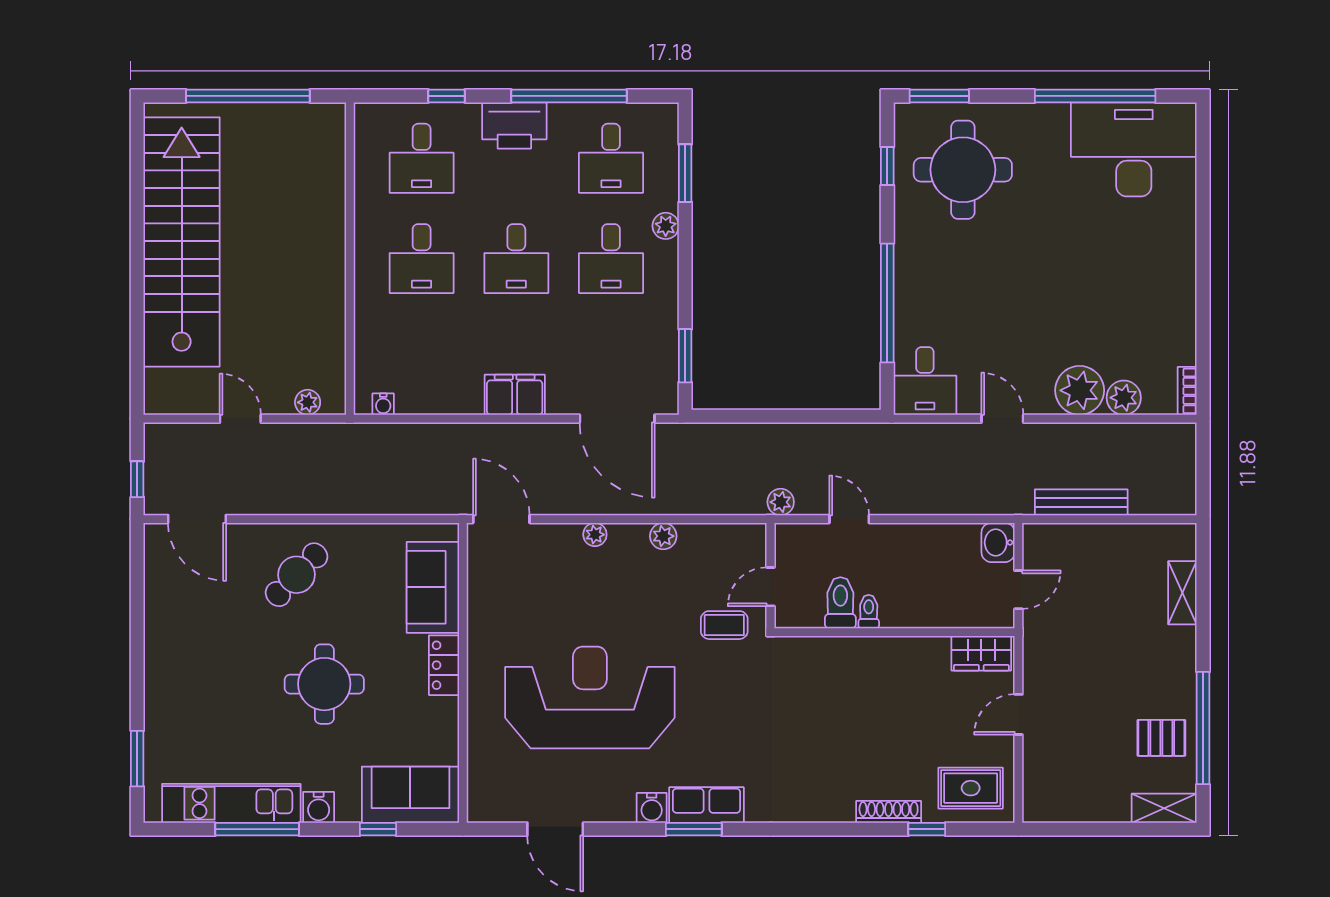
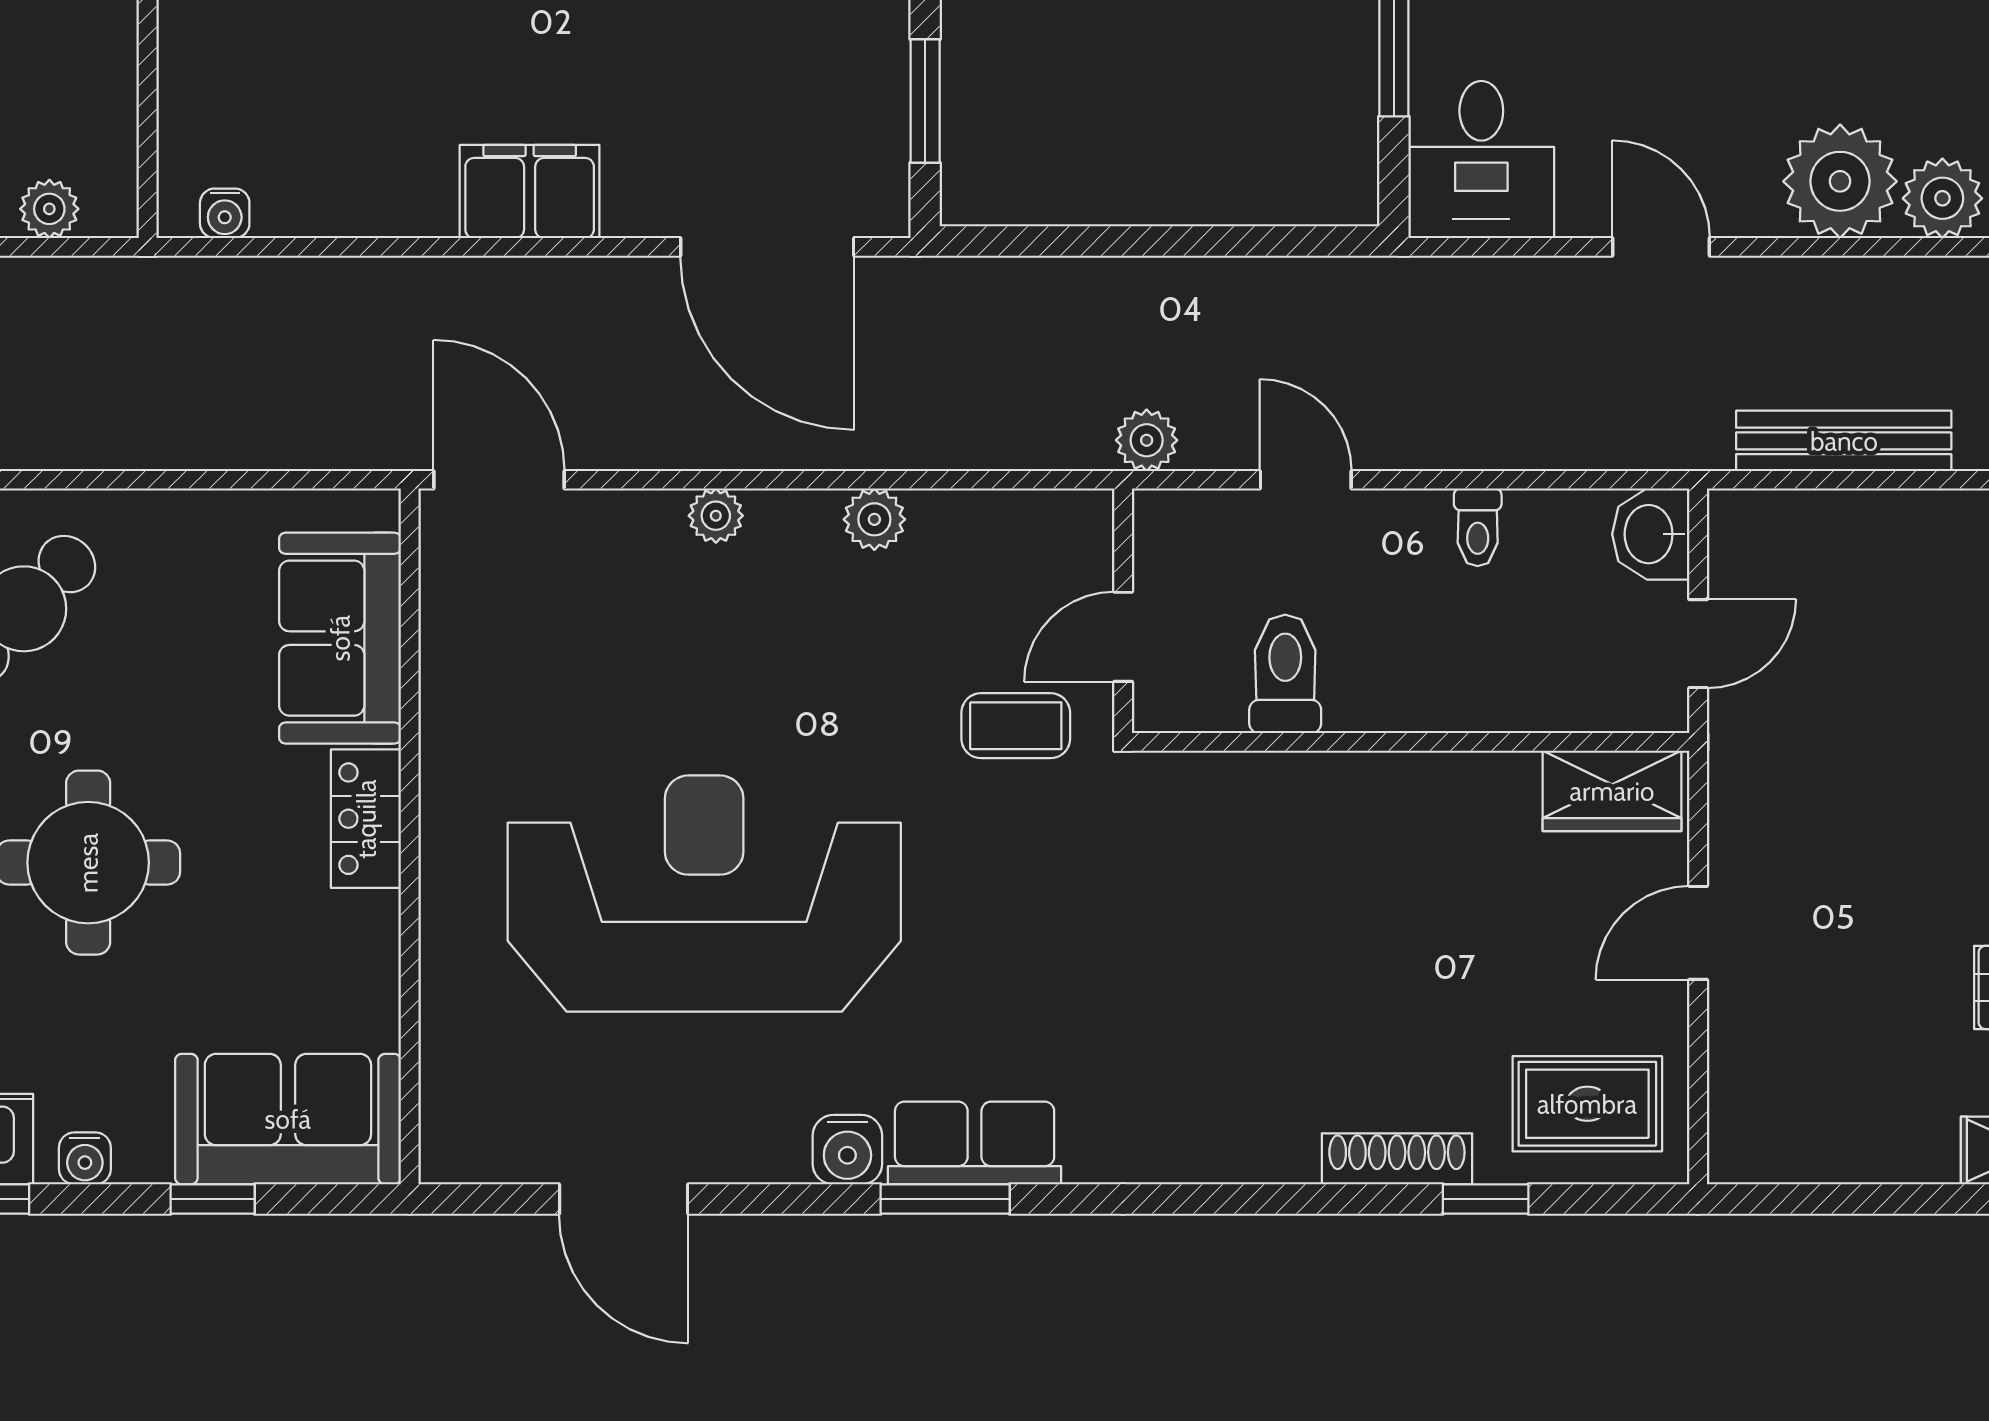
toilet: (869, 612) -> (1478, 527), moved, turned 180
water cooler: (319, 807) -> (85, 1158), width x0.72, depth x0.72

